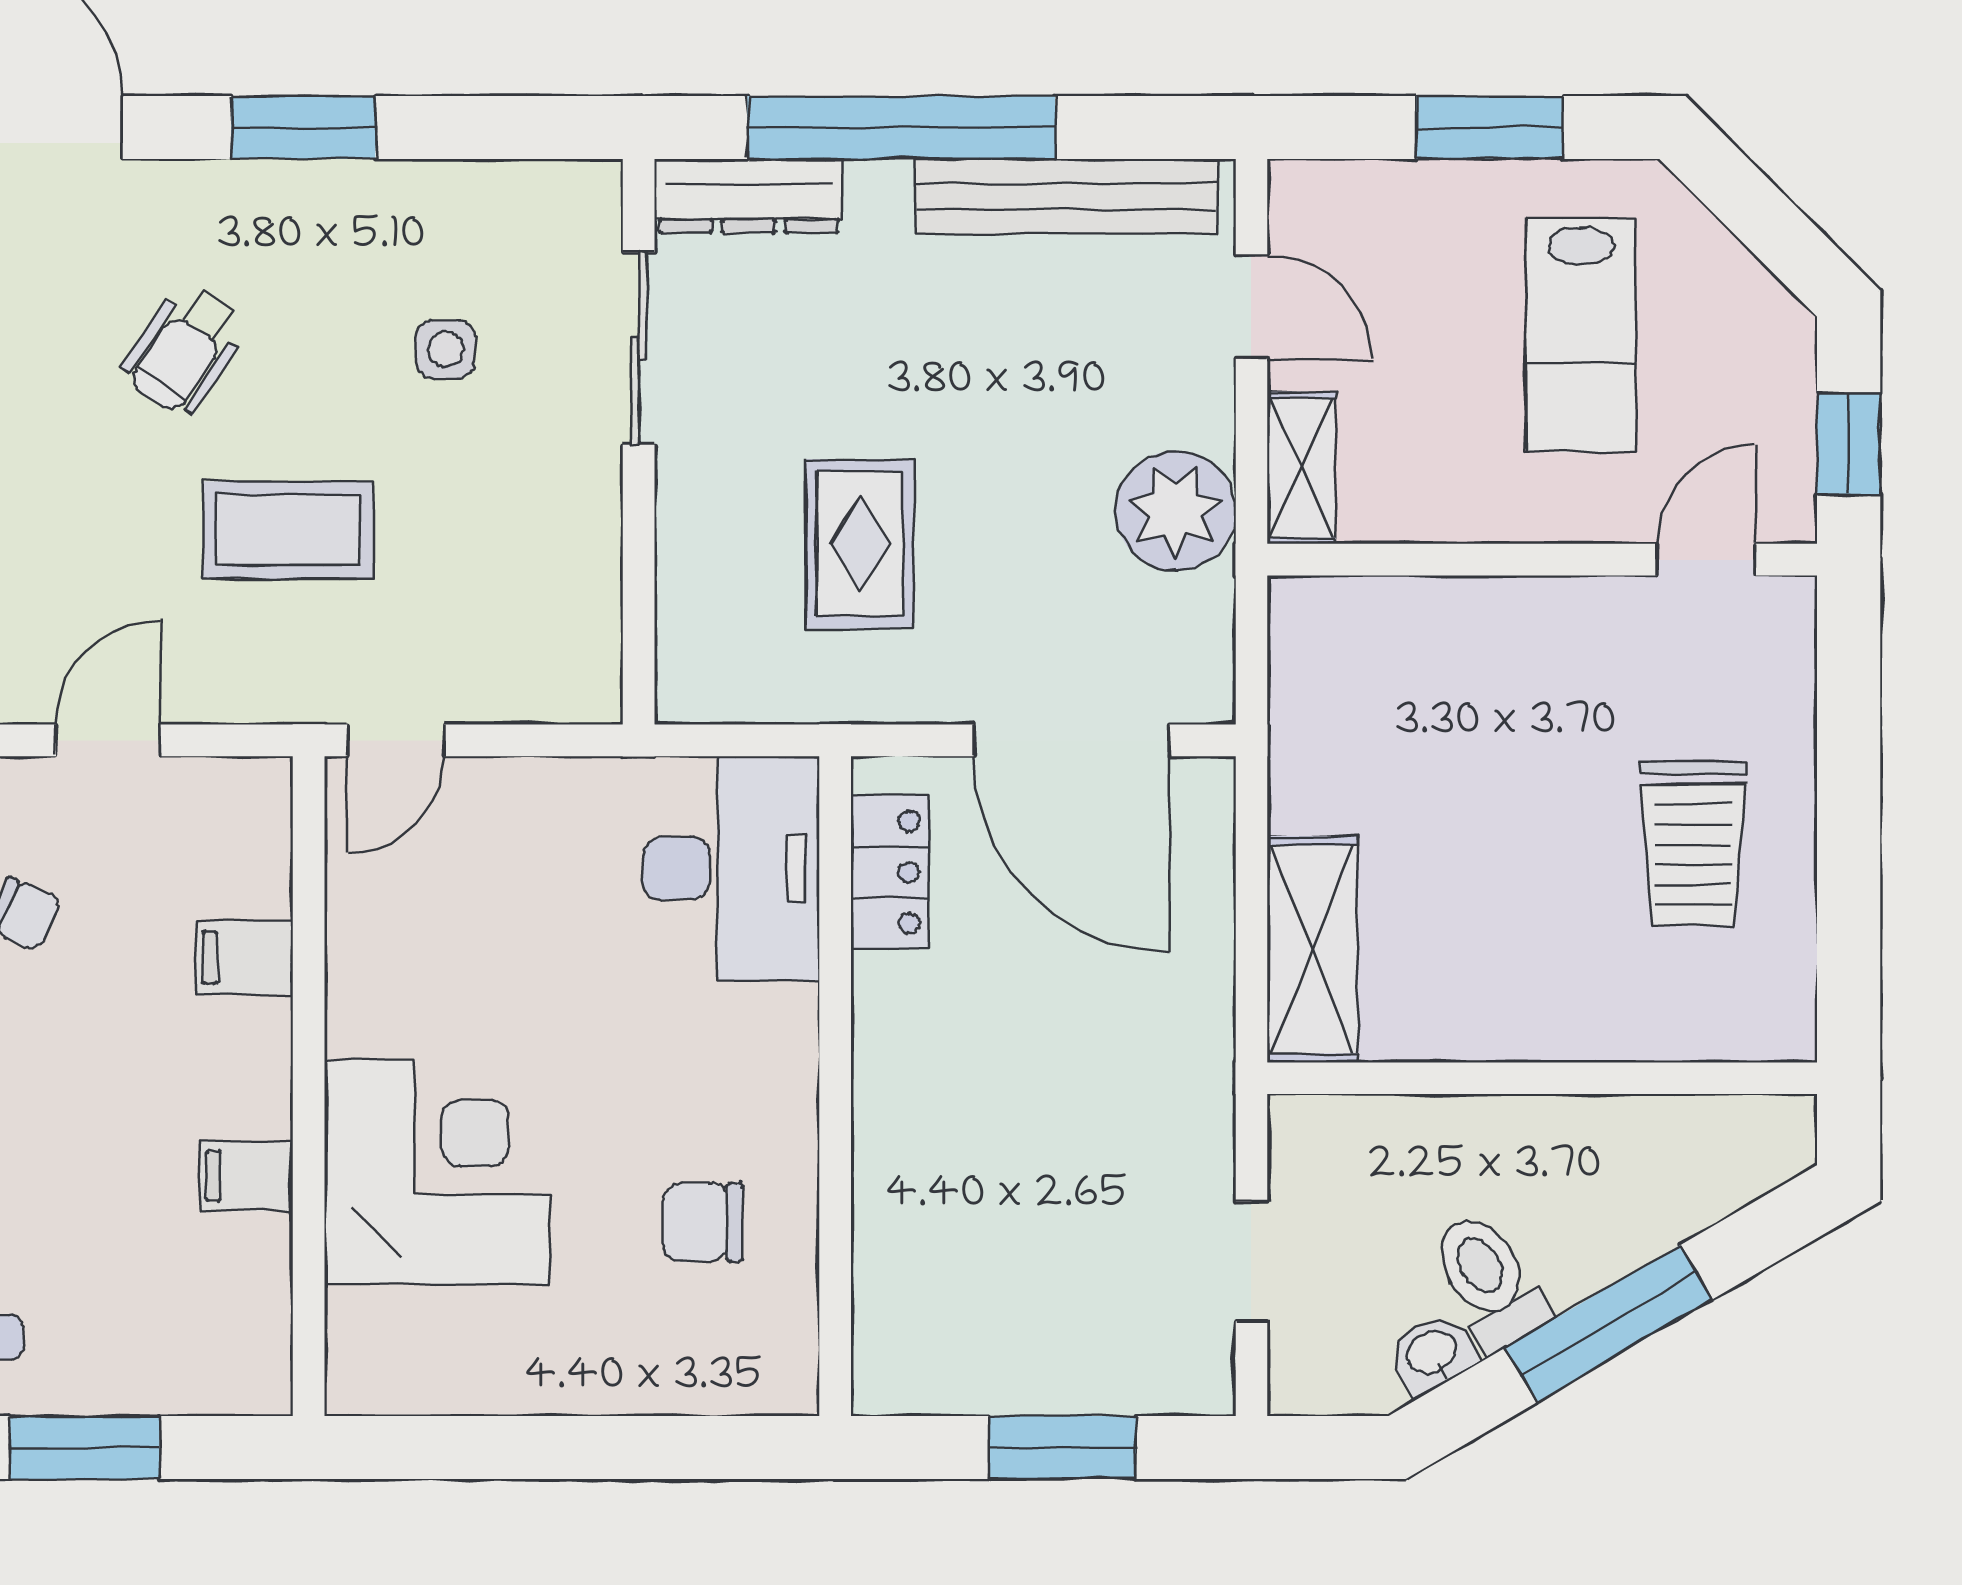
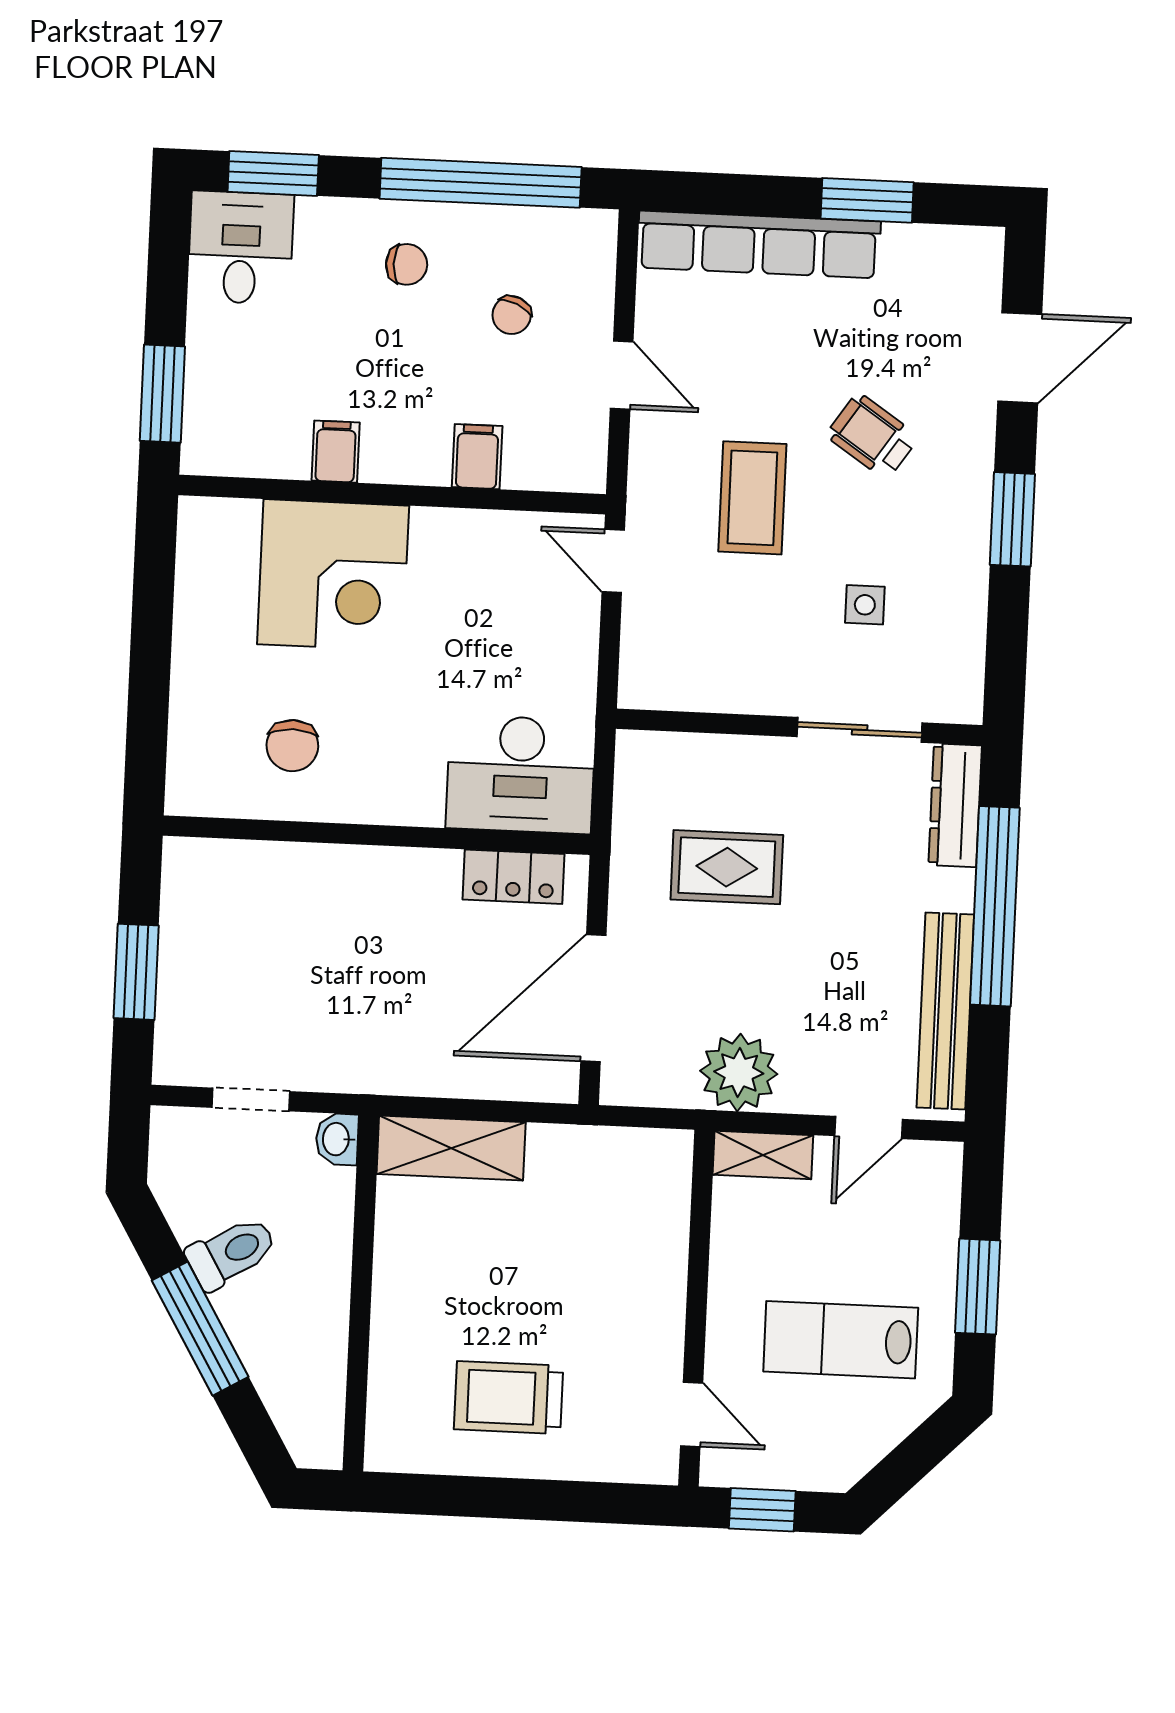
chair: (703, 1222) -> (292, 746), turned 180
washbasin: (1432, 1354) -> (337, 1139), moved, turned -150
window: (85, 1448) -> (162, 394), moved

